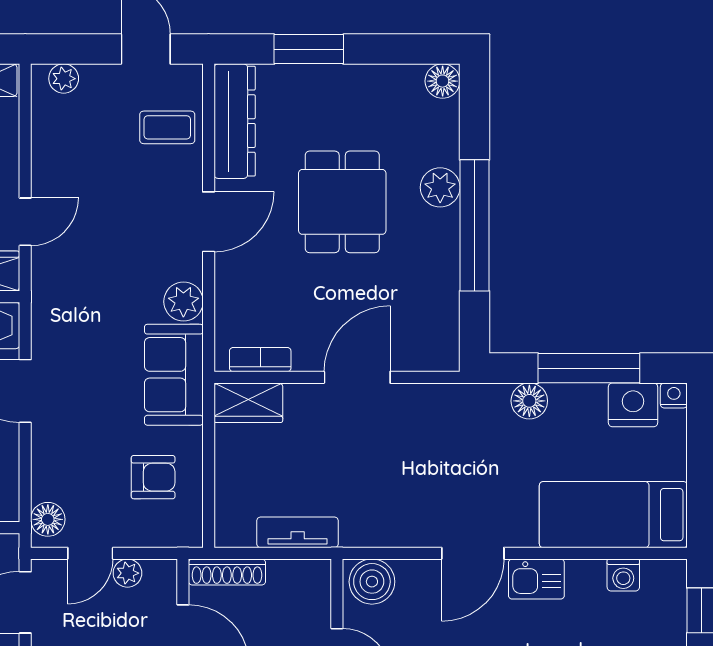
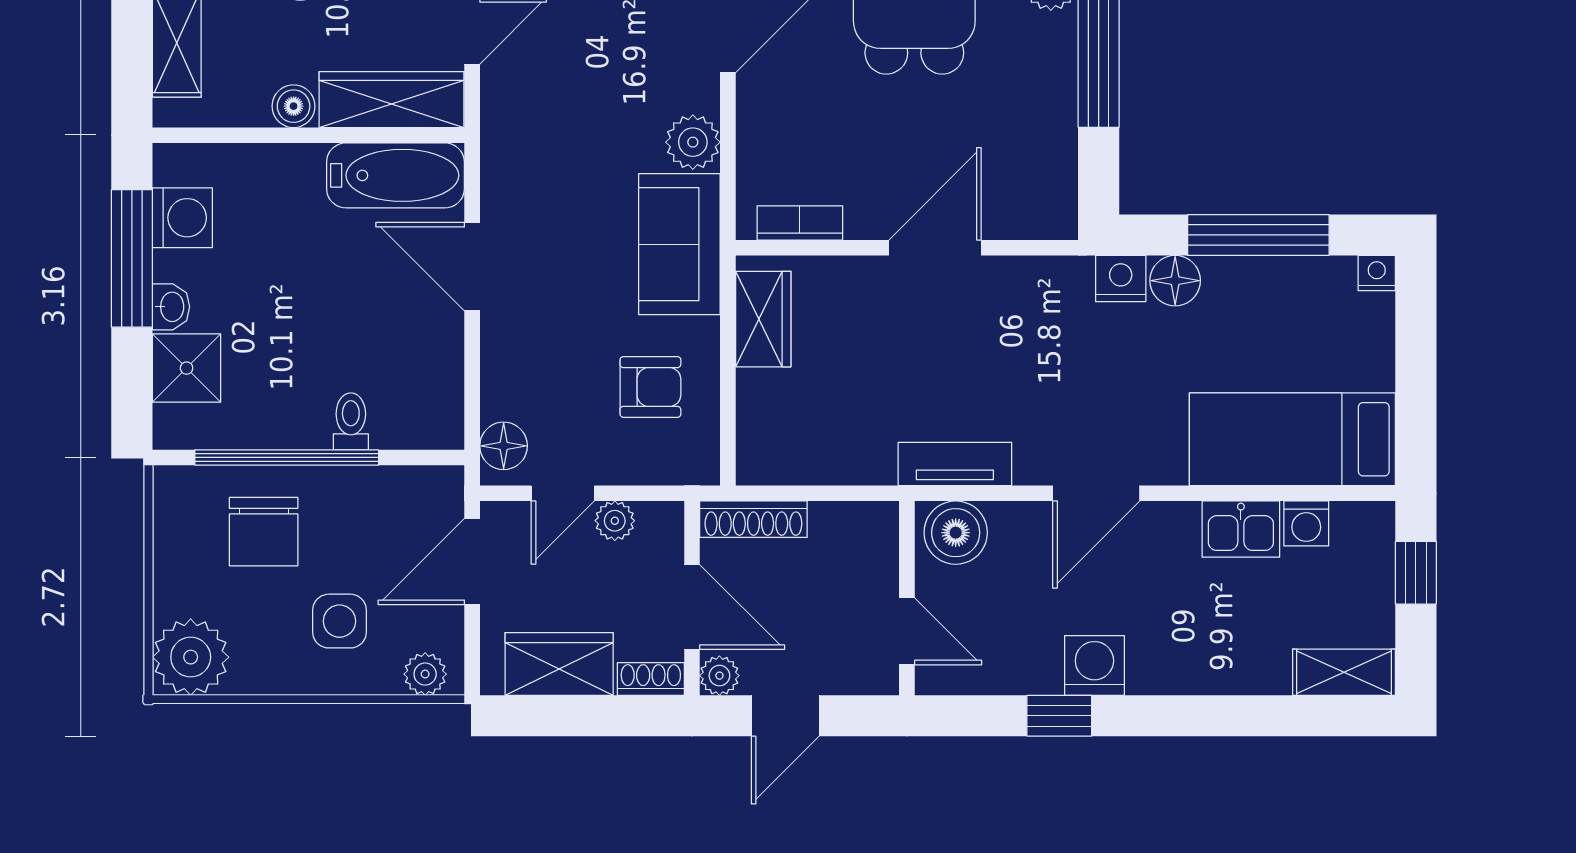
wardrobe: (248, 403) -> (763, 319), moved, turned -90
nightstand: (633, 405) -> (1121, 279), moved, width x0.74, depth x0.75
tv unit: (298, 532) -> (955, 464), moved
kitchen sink: (536, 579) -> (1241, 529), moved

